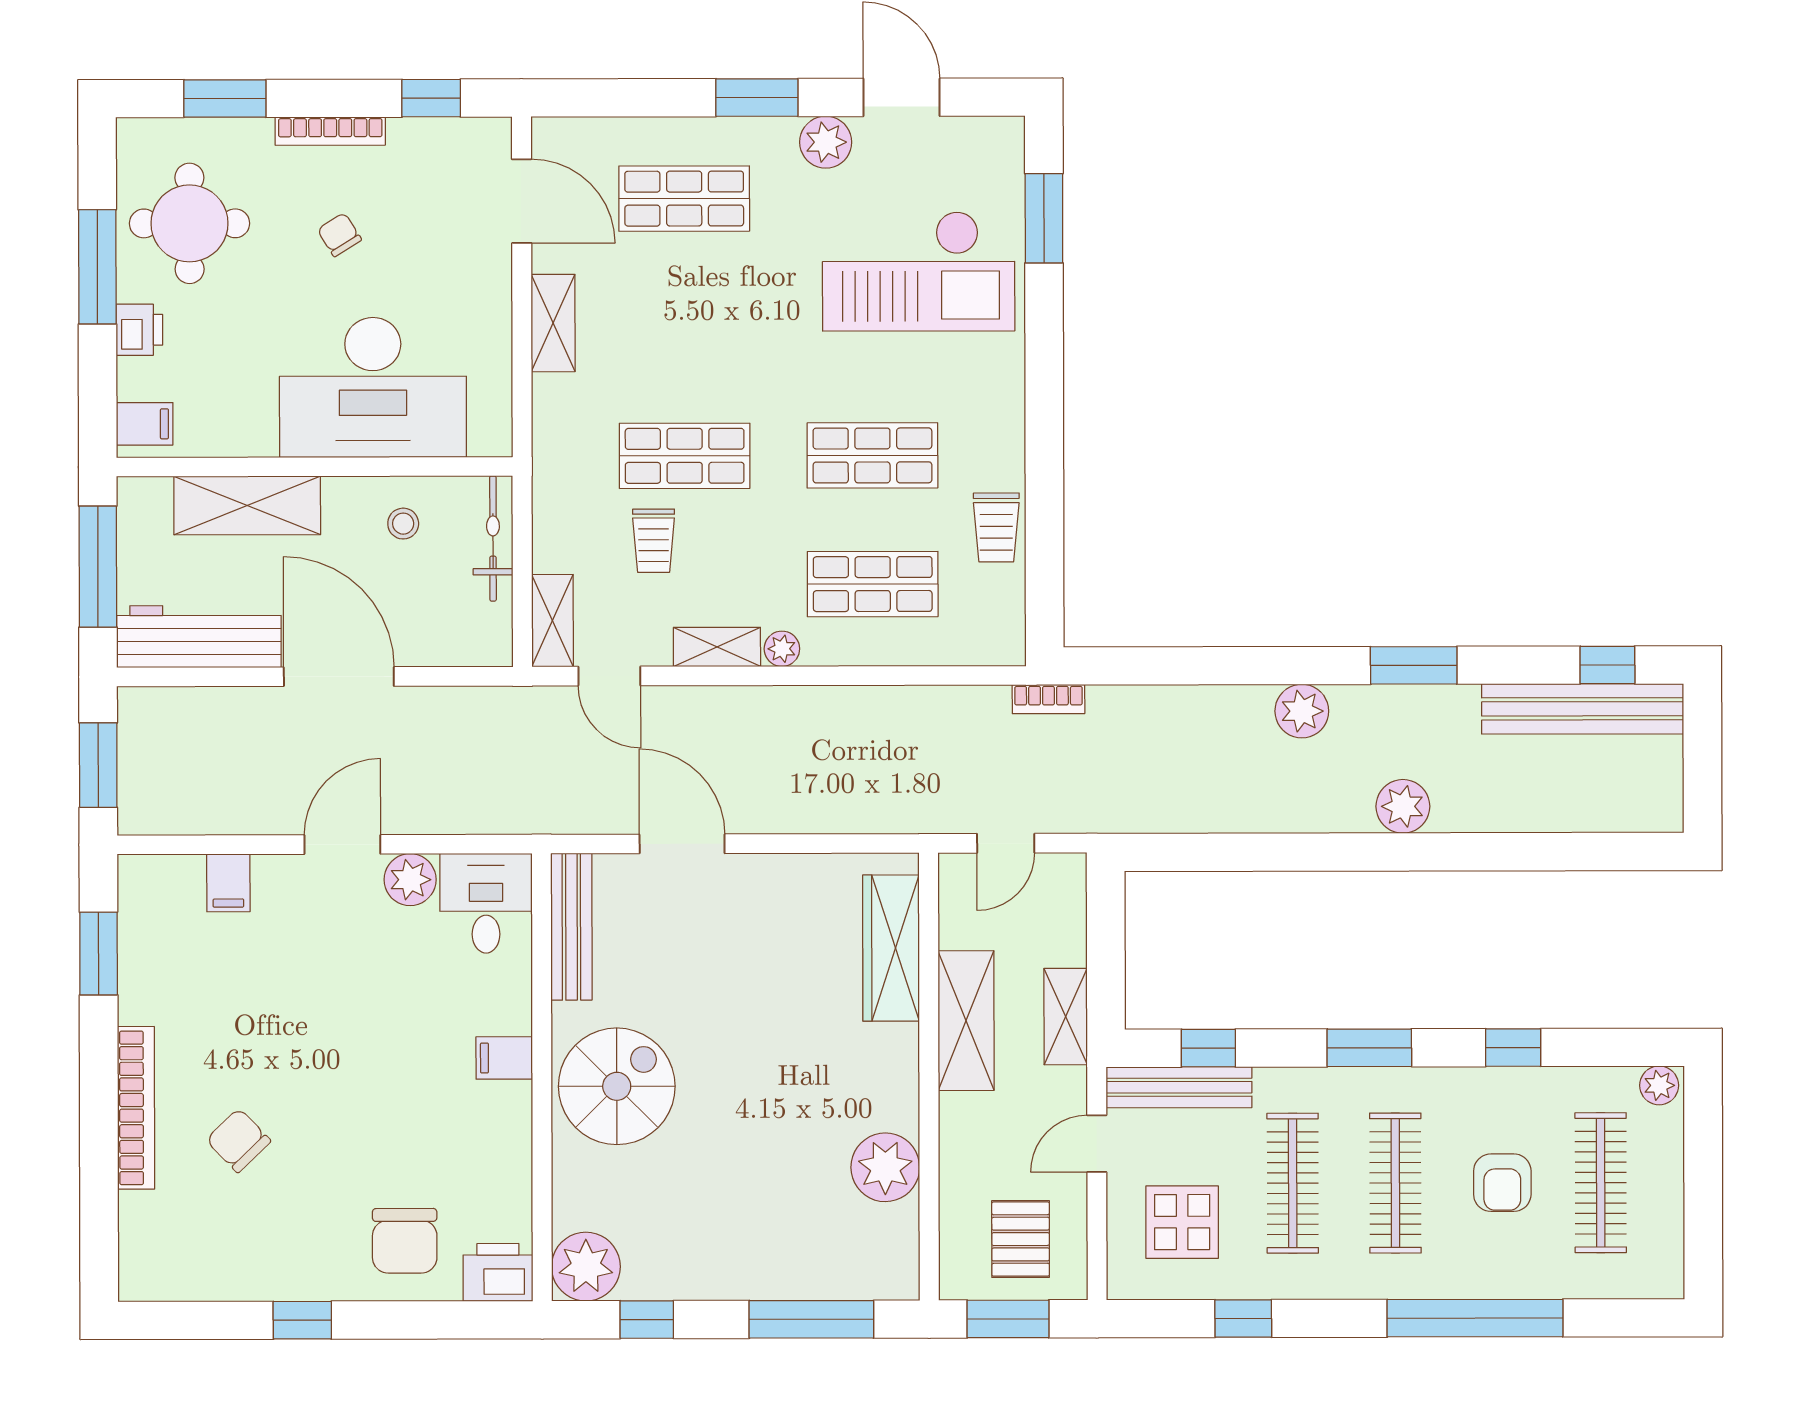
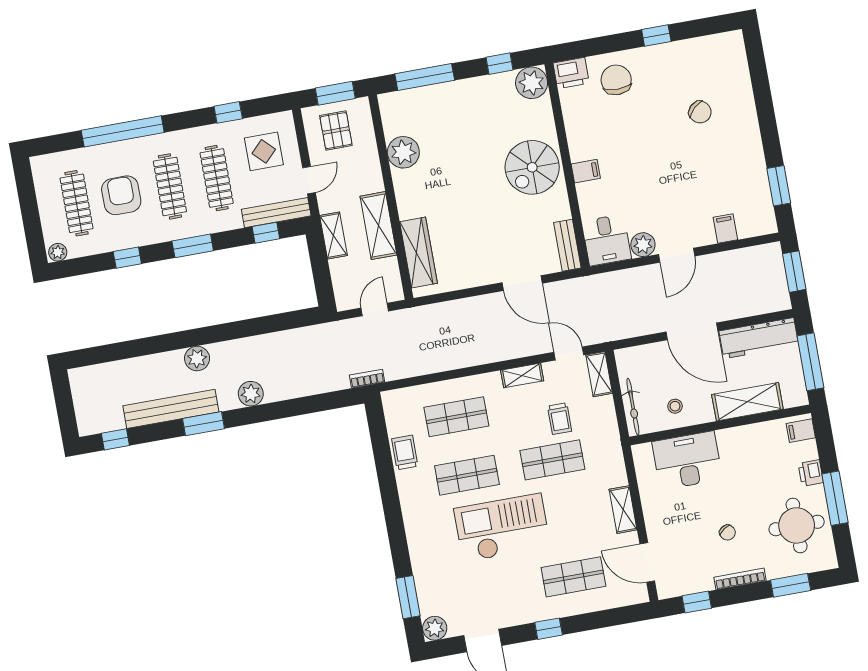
window: (757, 98) -> (549, 629), width x0.67
plant: (826, 142) -> (435, 628), moved
checkout: (919, 271) -> (502, 528), moved
desk: (373, 387) -> (687, 460), width x0.73, depth x0.77
trolley: (654, 541) -> (560, 419), turned 180
plant: (782, 649) -> (492, 380), removed
bench: (1583, 709) -> (171, 409), moved
bench: (571, 927) -> (567, 245), width x0.73
bookcase: (136, 1108) -> (749, 119), removed
armchair: (1502, 1183) -> (121, 195), width x1.38, depth x1.38

